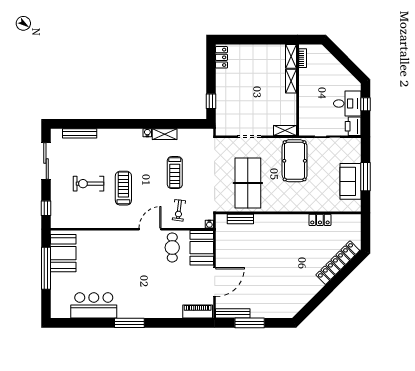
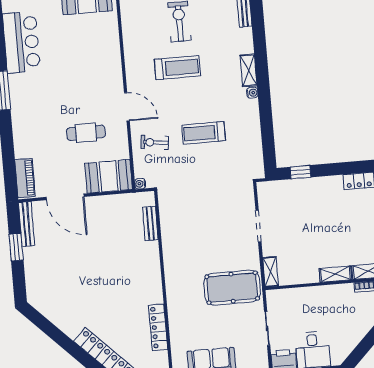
shelving: (165, 134) -> (249, 70), moved
table tennis table: (248, 183) -> (198, 229), removed
locker: (320, 220) -> (158, 327), width x1.53
cafe table: (172, 247) -> (86, 133), moved
window: (250, 323) -> (16, 247), width x0.69

